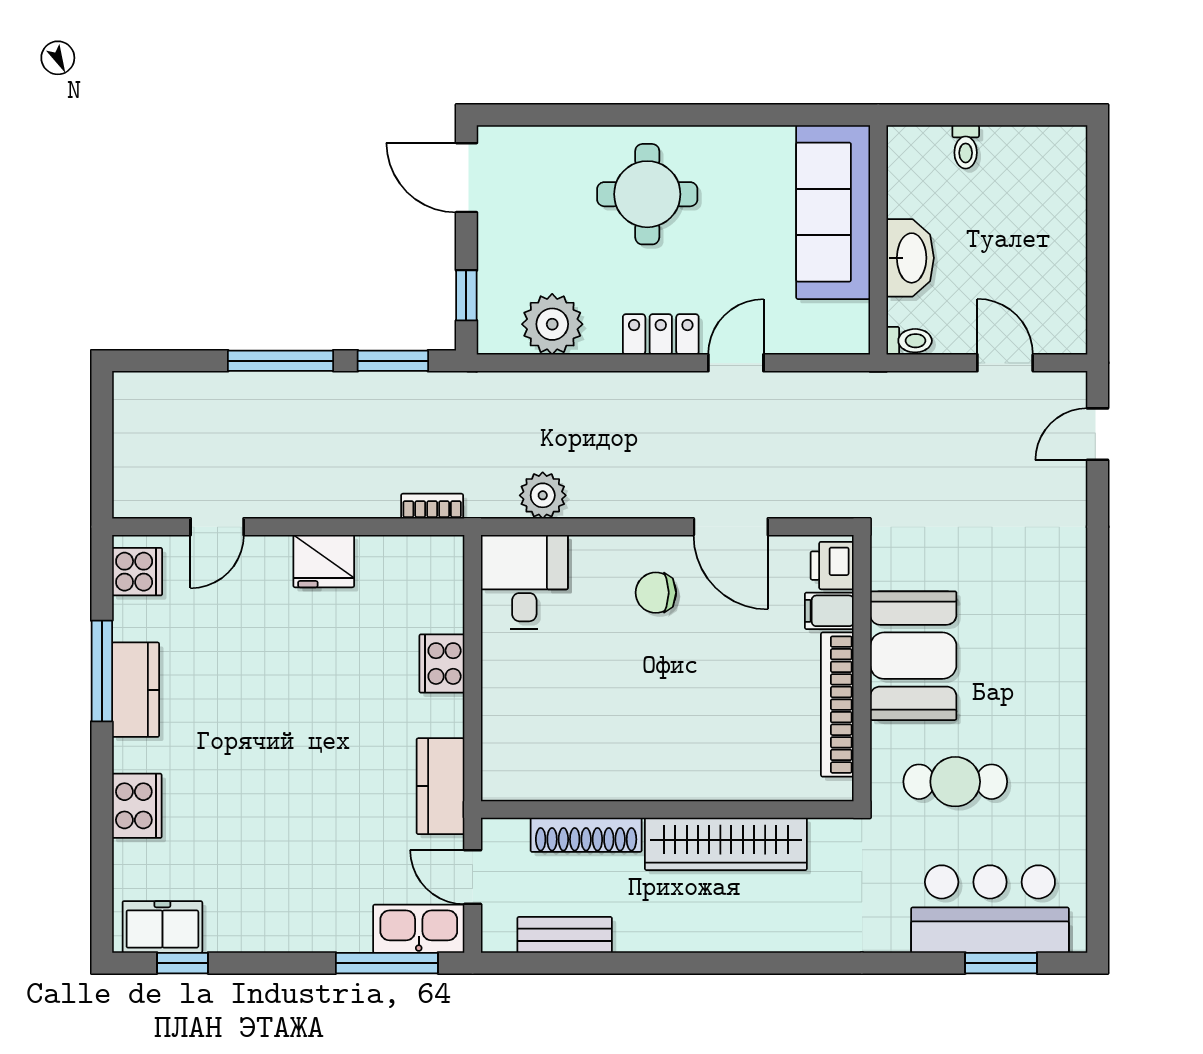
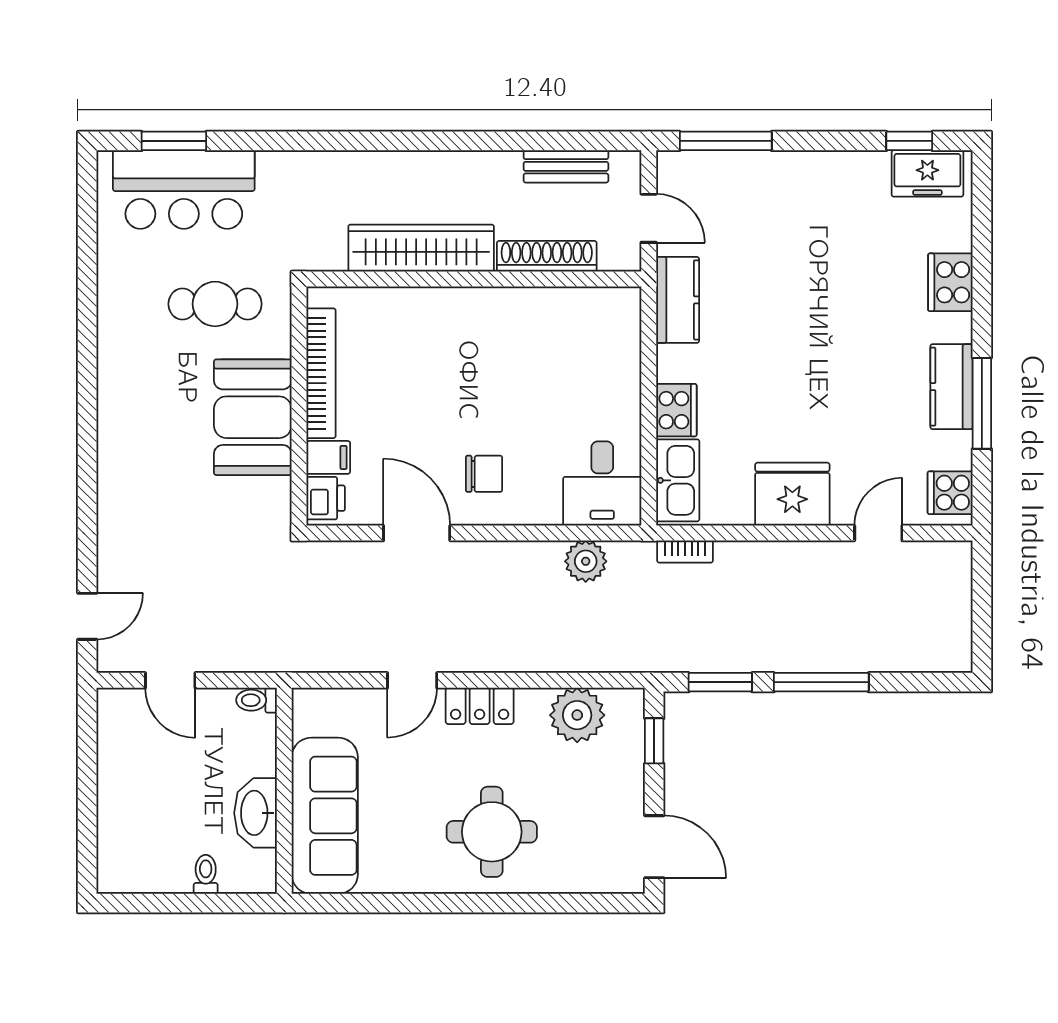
washbasin: (910, 258) -> (256, 813), moved
fridge: (324, 561) -> (792, 494), width x1.36, depth x1.34
kitchen sink: (419, 929) -> (678, 480), moved, turned -90

